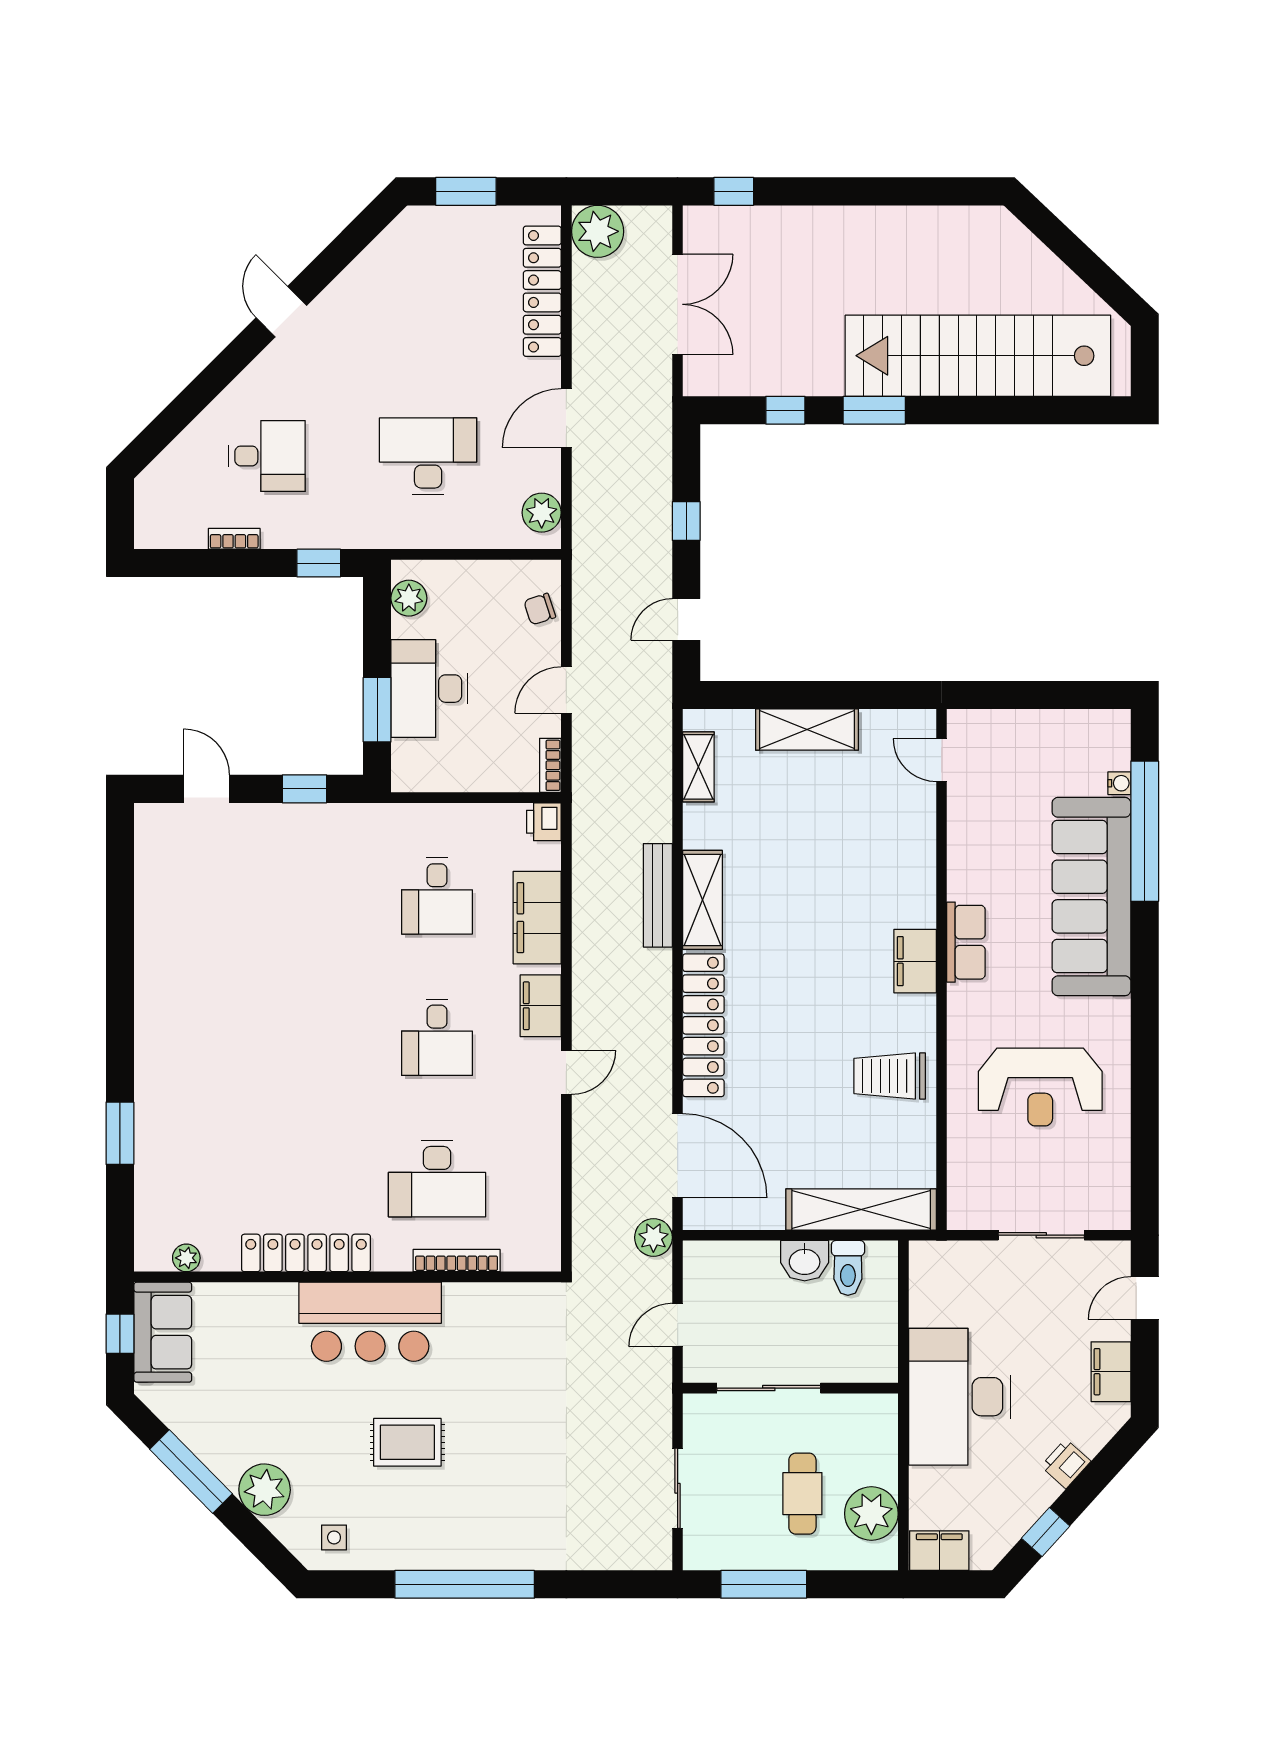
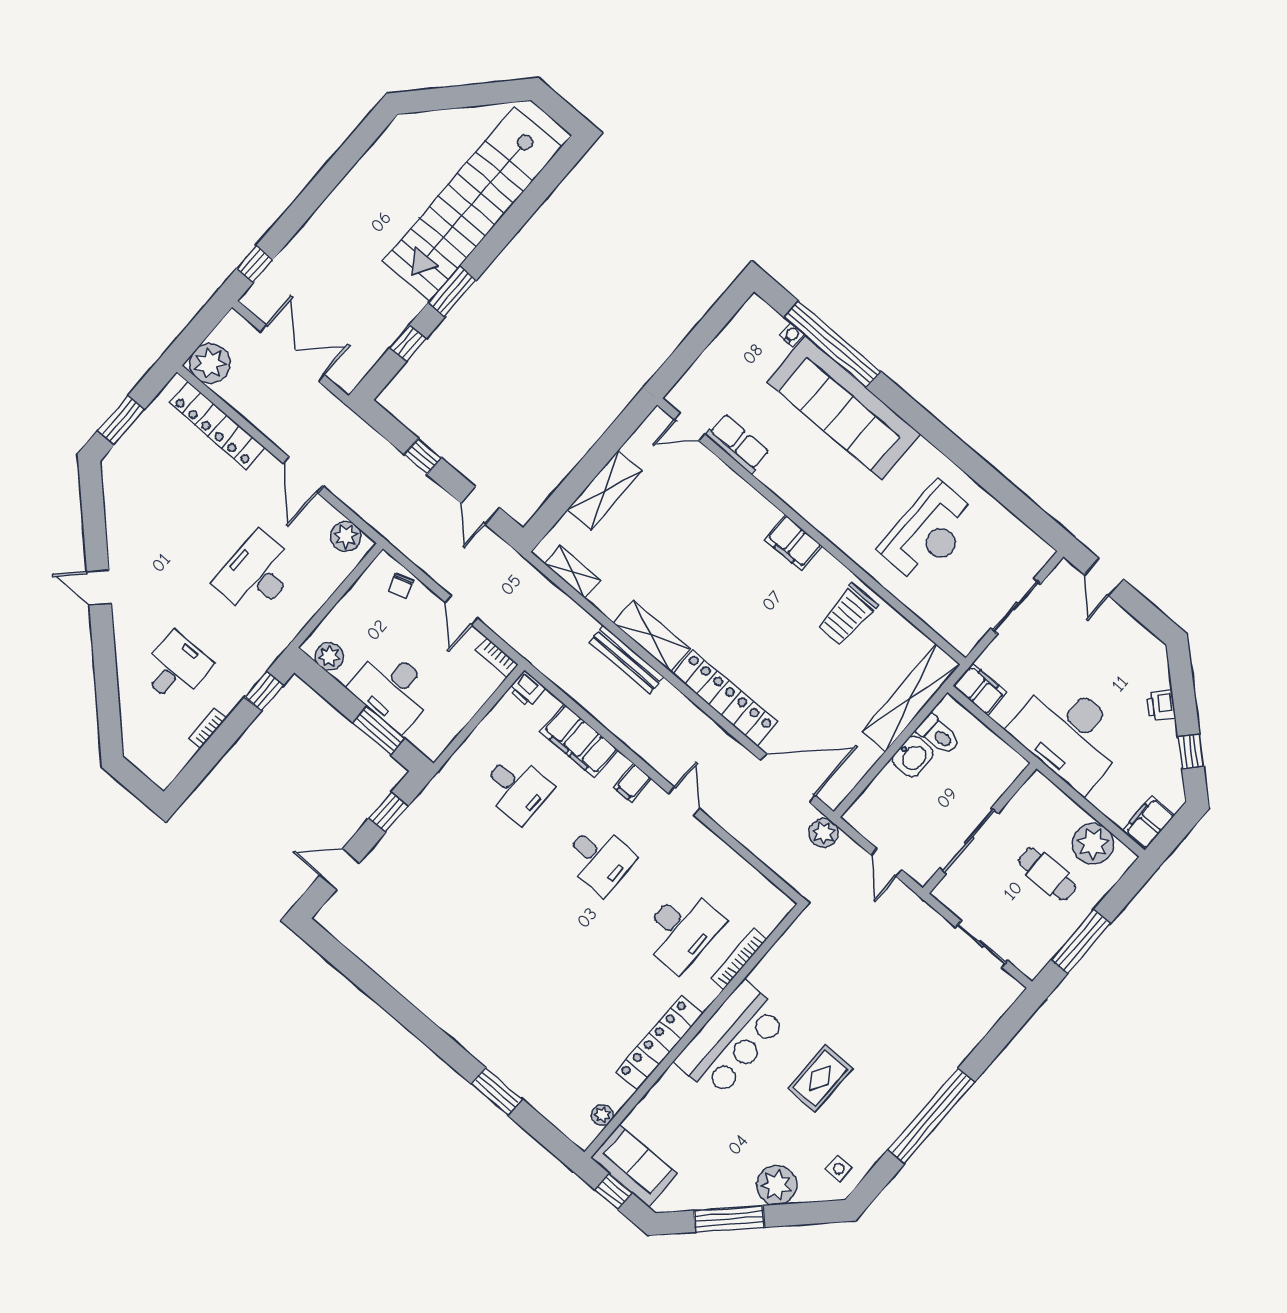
row of seats: (966, 942) -> (738, 444), moved
filing cabinet: (541, 1006) -> (632, 783), width x0.50
filing cabinet: (1111, 1372) -> (980, 689), moved, turned 180

